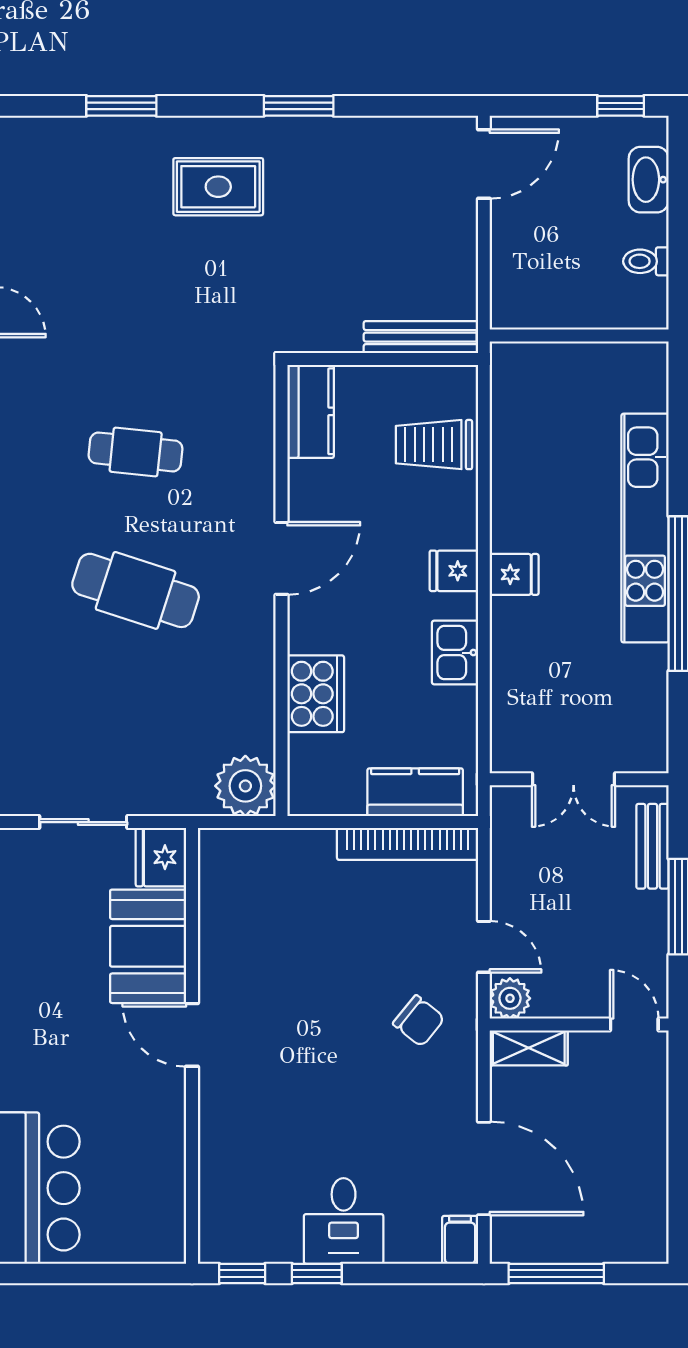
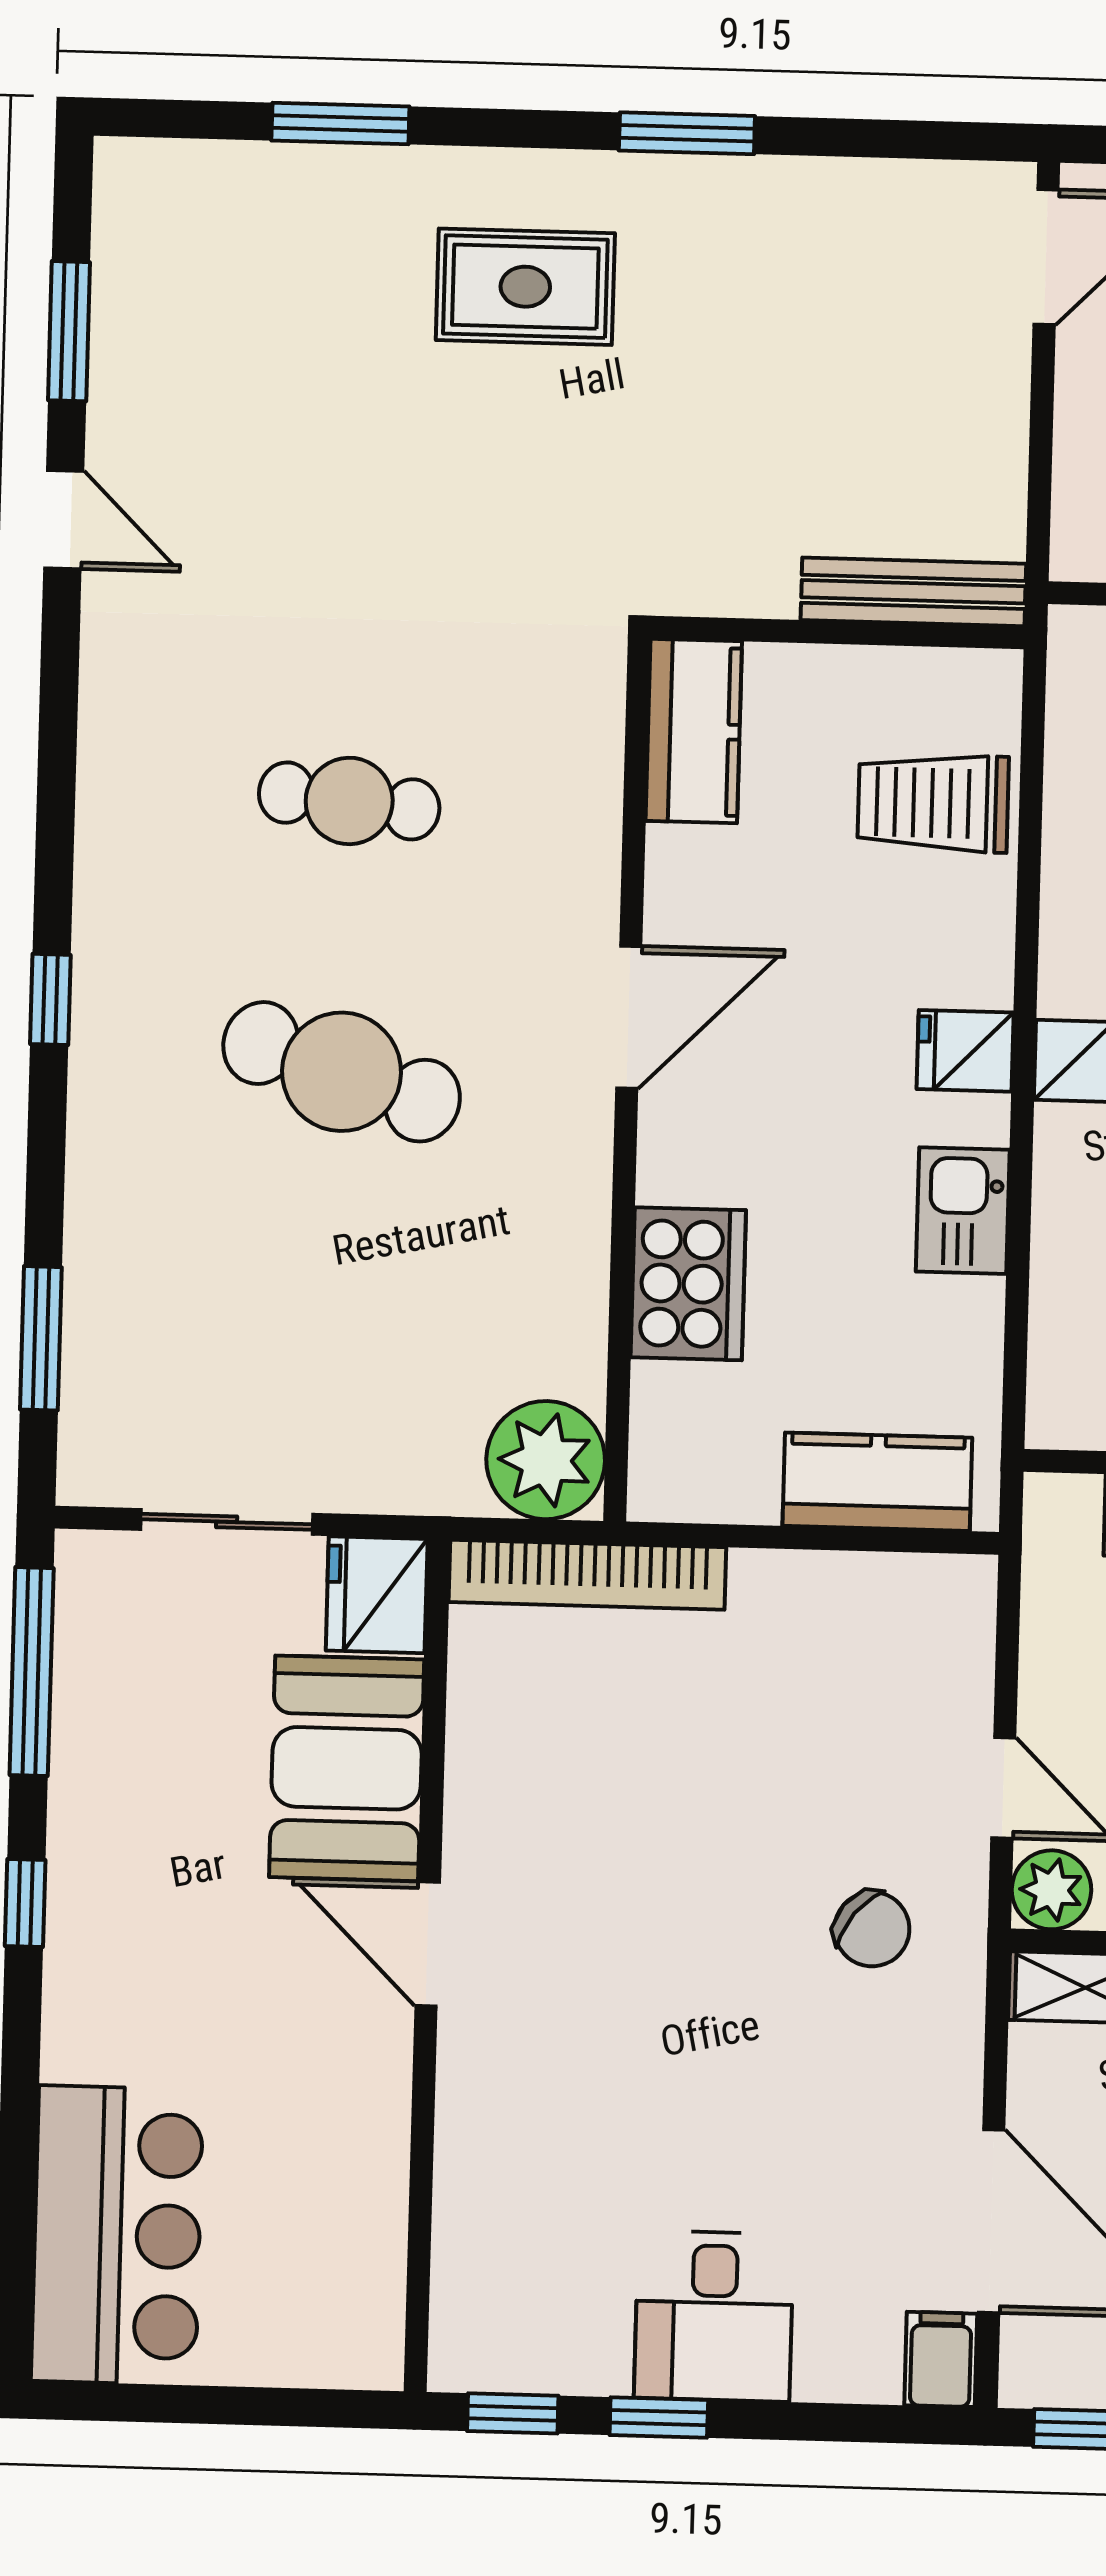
bookcase: (408, 844) -> (587, 1575), moved

